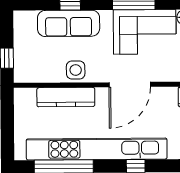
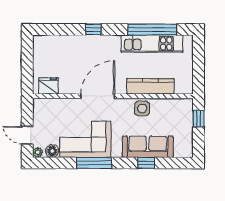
kitchen unit: (97, 149) -> (152, 44), width x0.54

